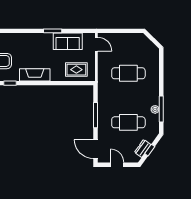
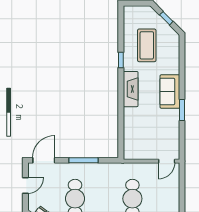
sofa: (68, 41) -> (170, 91), moved
rug: (76, 70) -> (137, 138), removed

